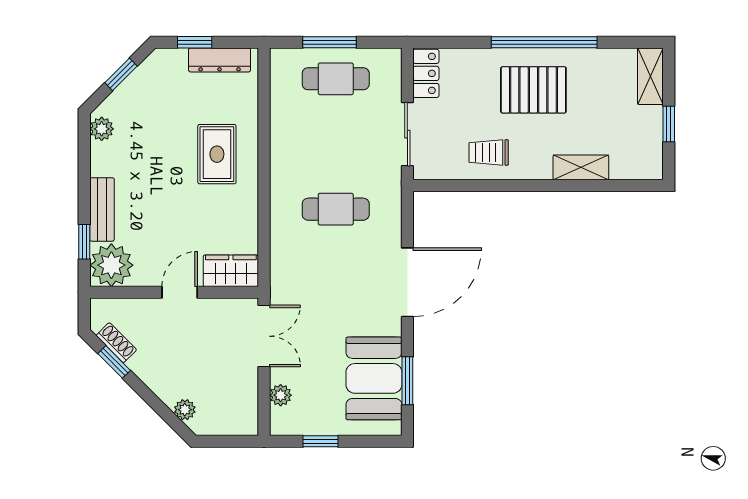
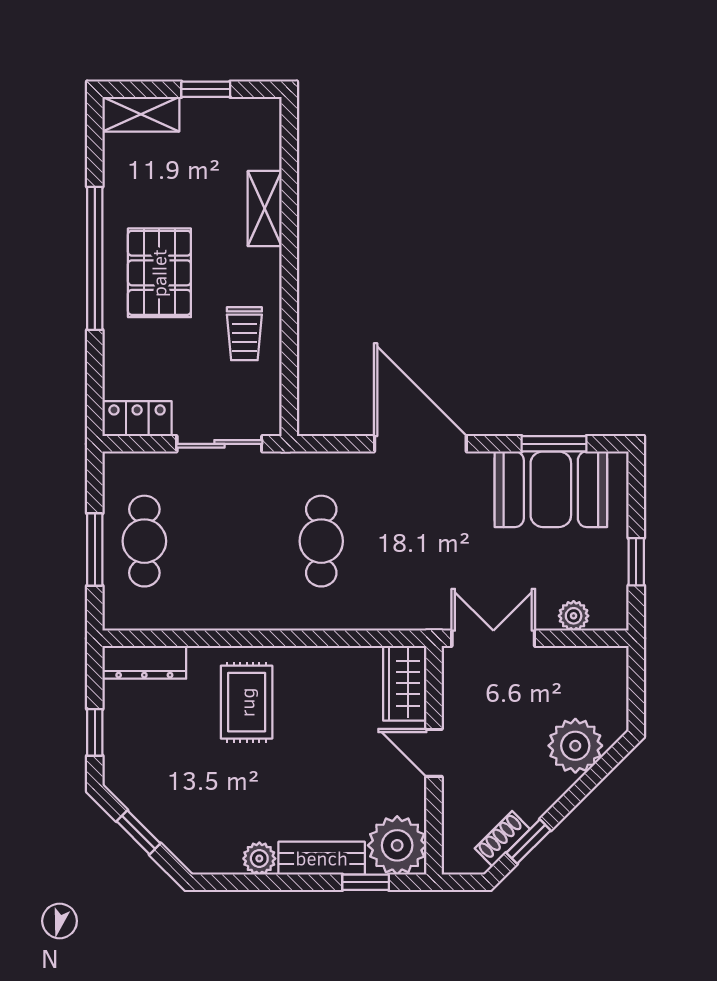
dresser: (220, 60) -> (144, 662), moved, turned 90
plant: (102, 129) -> (259, 859), moved
rug: (217, 154) -> (247, 702), turned 90
plant: (185, 410) -> (575, 746), width x1.88, depth x1.88

